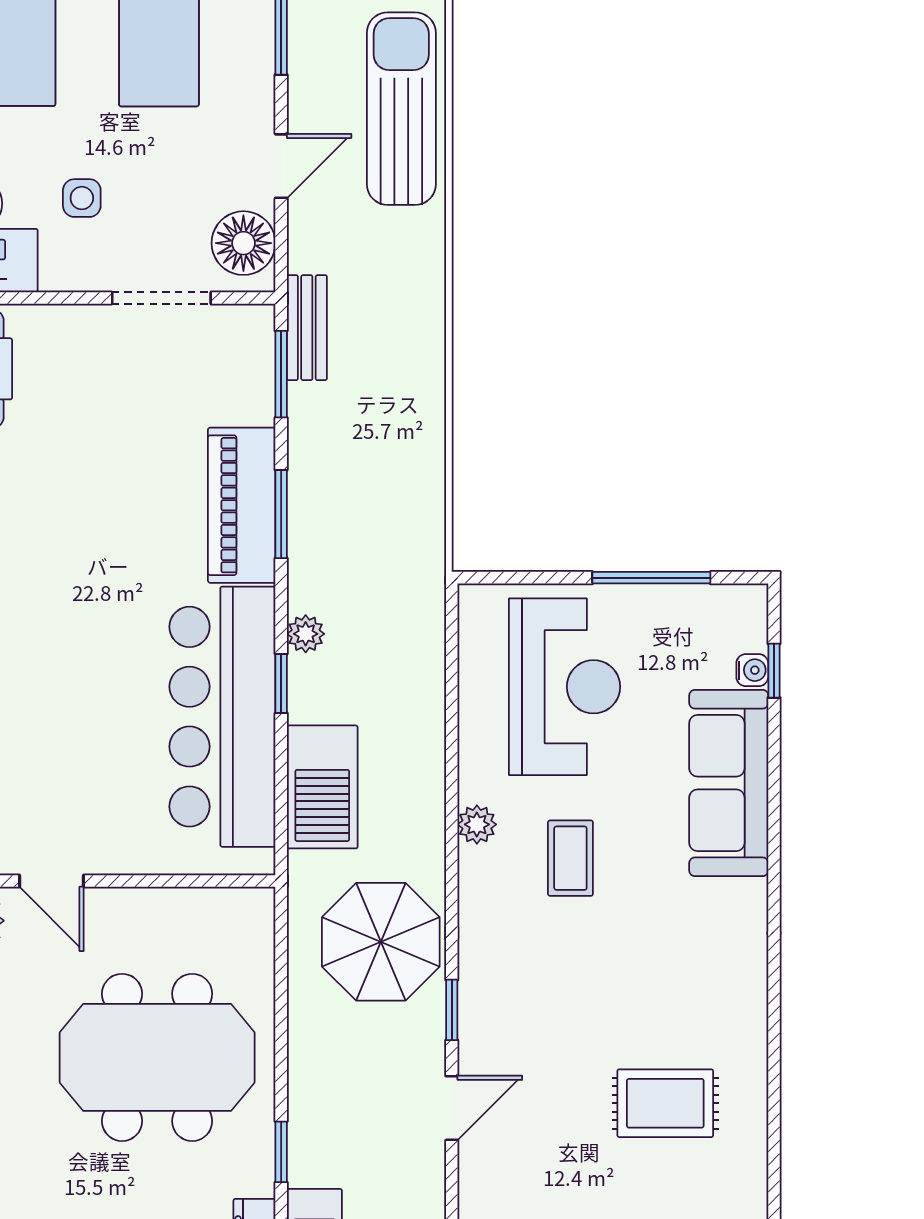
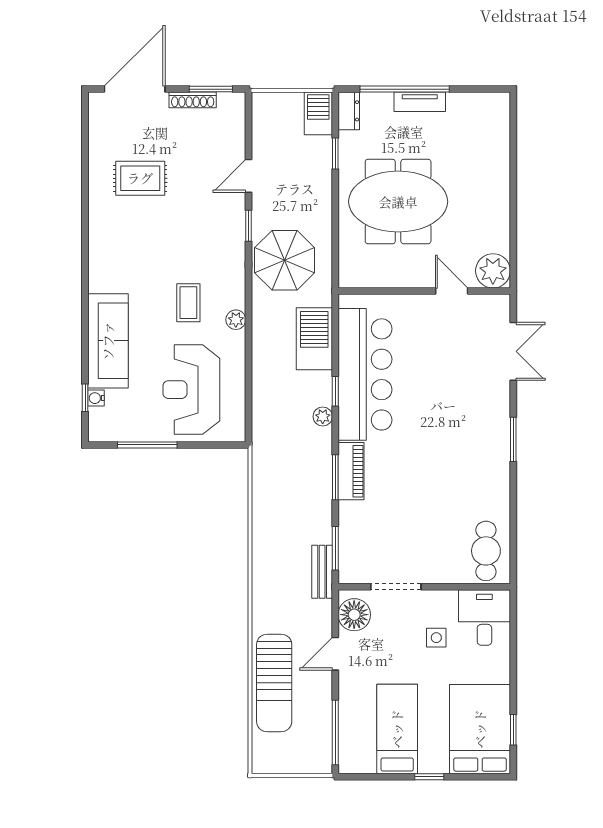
piano: (242, 505) -> (351, 471), width x0.73, depth x0.75

